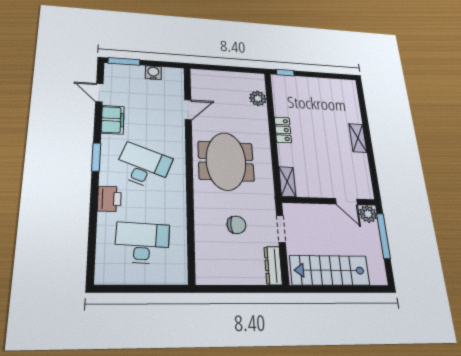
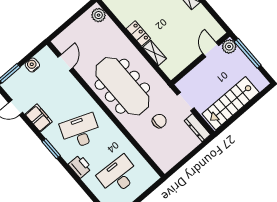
plant: (258, 98) -> (99, 15), moved
door: (188, 110) -> (65, 62), moved
meeting table: (226, 161) -> (122, 86), width x1.36
shelving: (287, 182) -> (154, 53), moved
door: (346, 202) -> (211, 50), swing flipped

